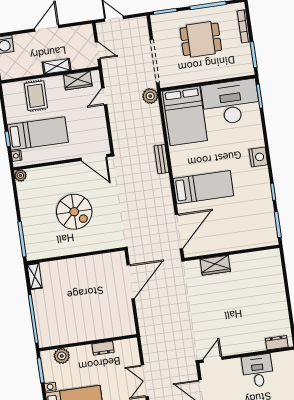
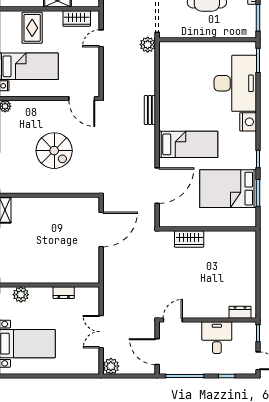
desk: (231, 102) -> (235, 83), moved, turned 90
bed: (185, 116) -> (228, 189), moved, turned 90
wall: (232, 253) -> (208, 229), moved
wardrobe: (215, 265) -> (189, 239), moved

